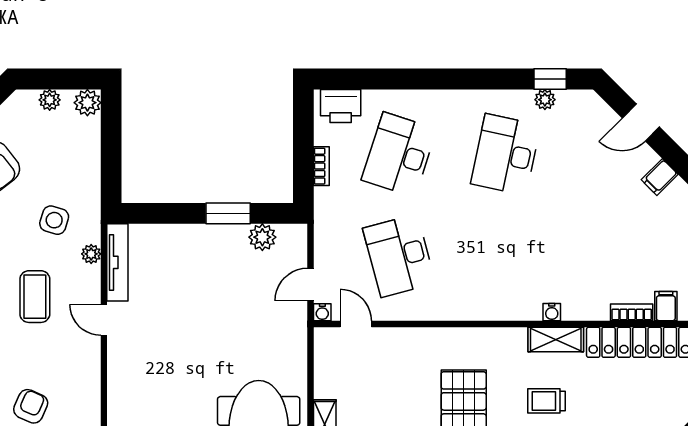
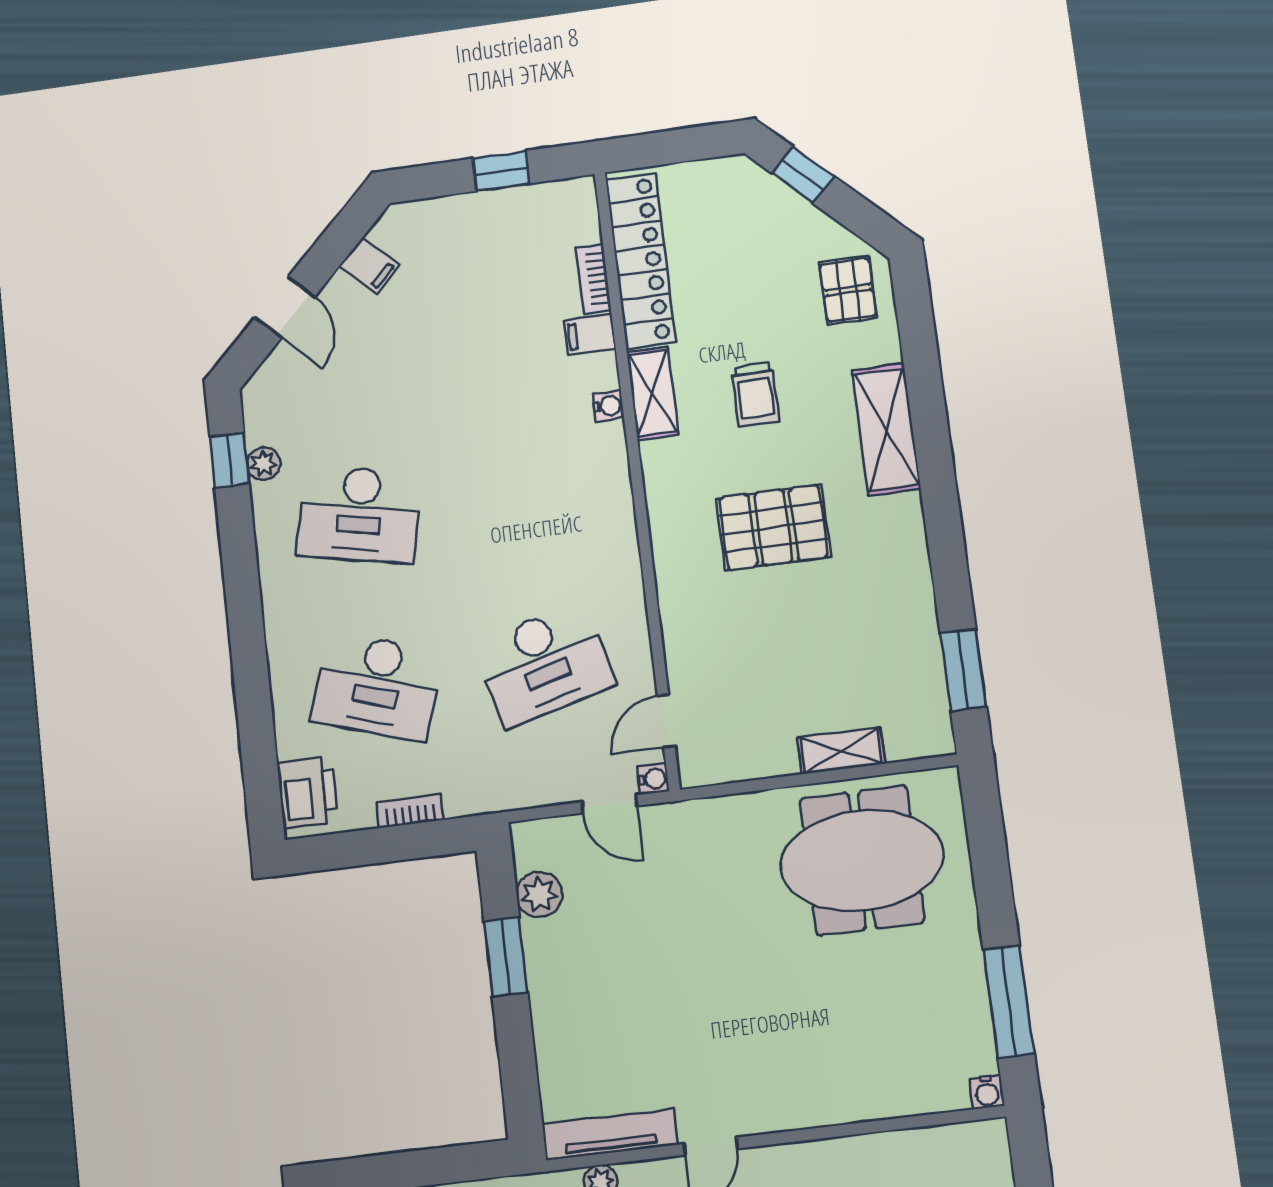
filing cabinet: (666, 306) -> (590, 334), moved

